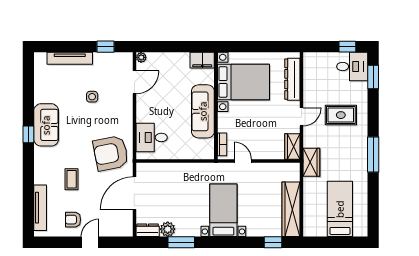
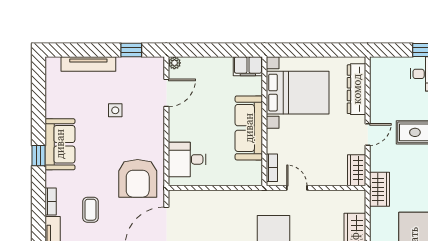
armchair: (111, 153) -> (138, 178), turned -79
bookcase: (38, 172) -> (51, 201), added

